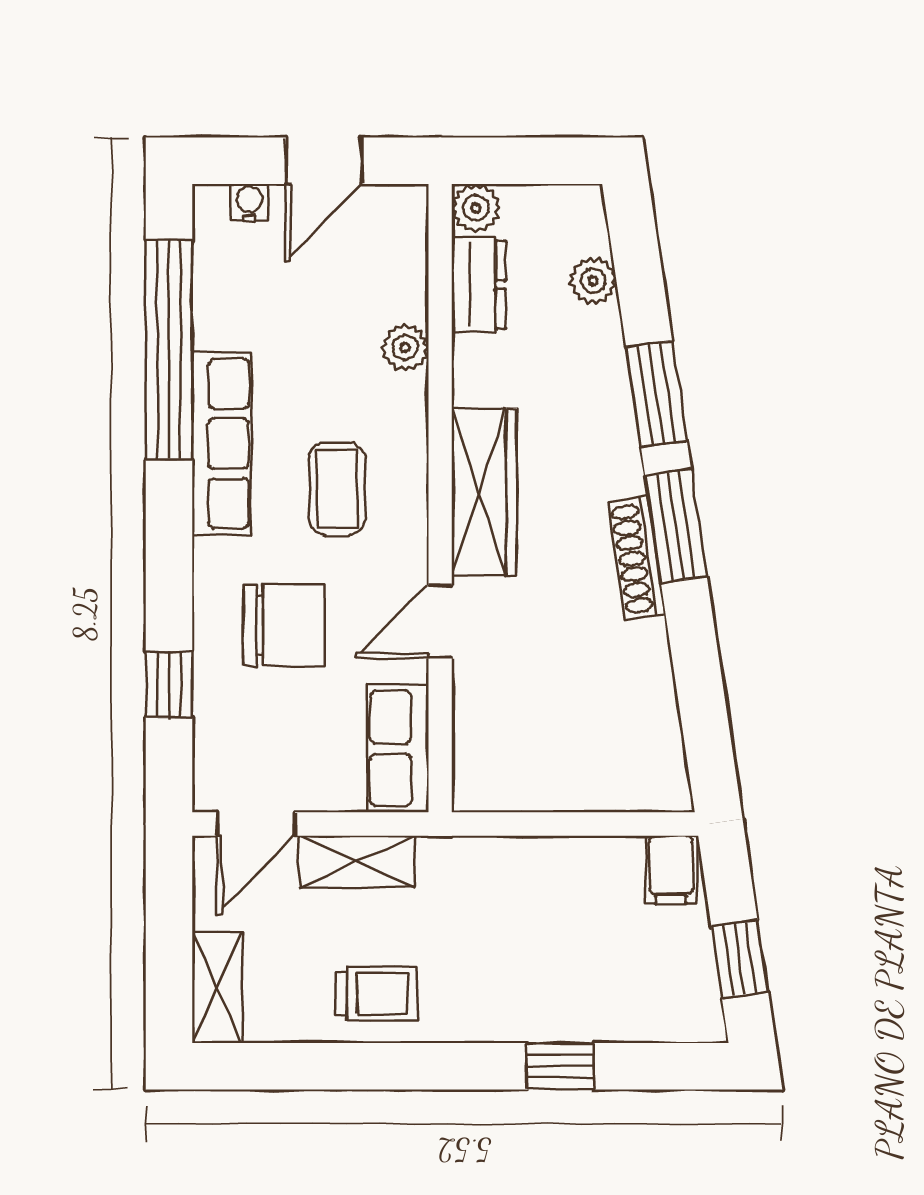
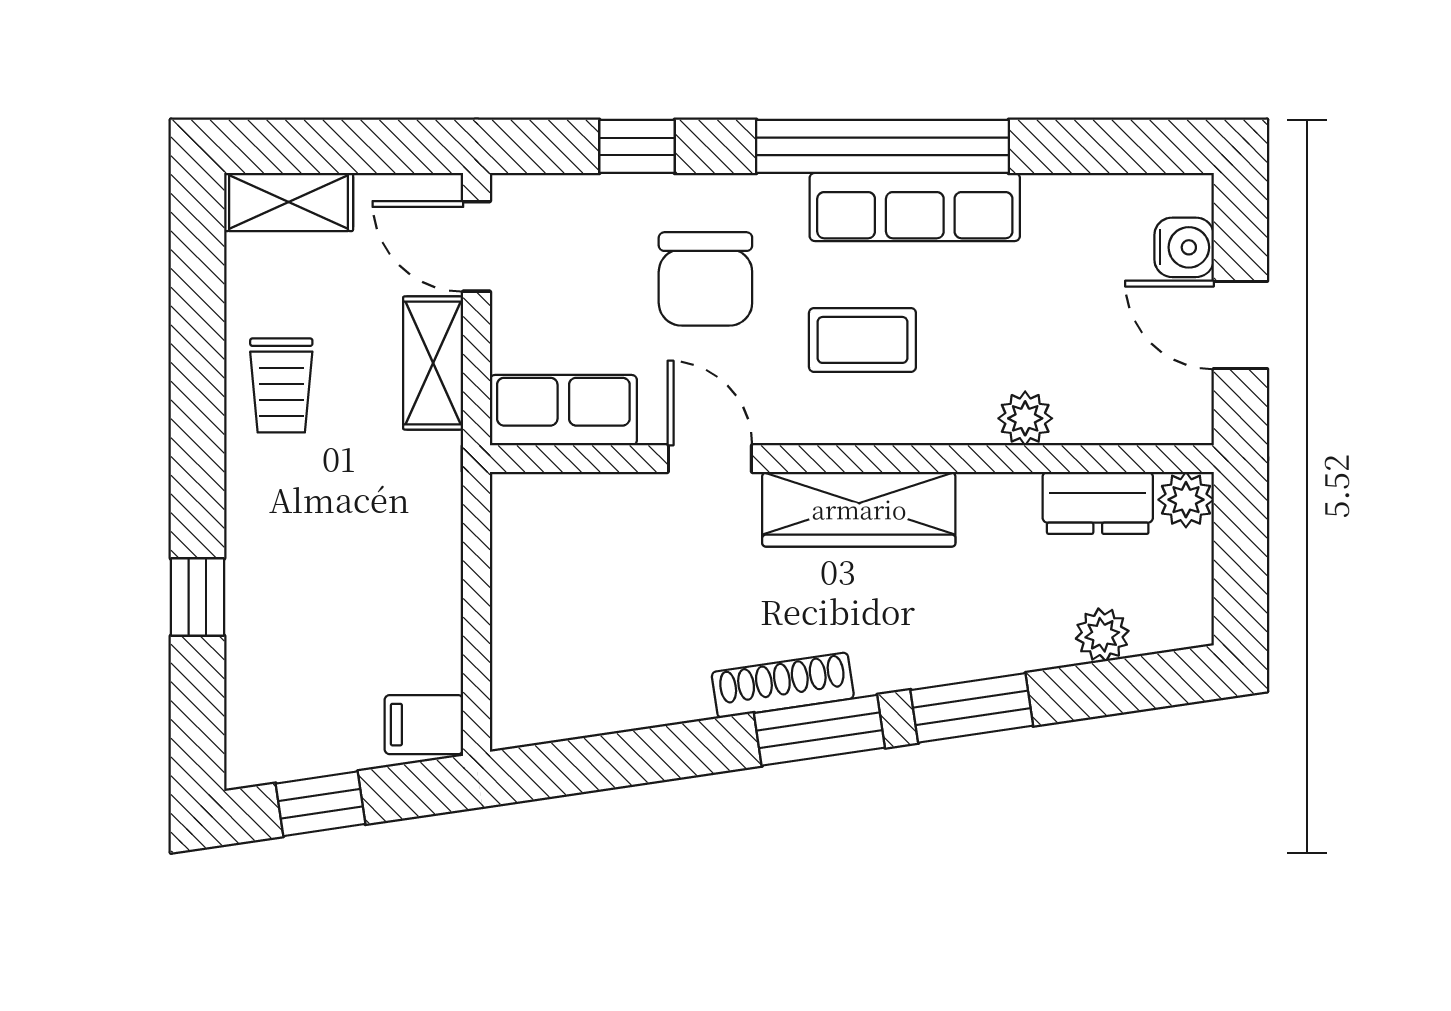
water cooler: (250, 203) -> (1184, 247), width x1.38, depth x1.38
window: (169, 350) -> (883, 146), moved

